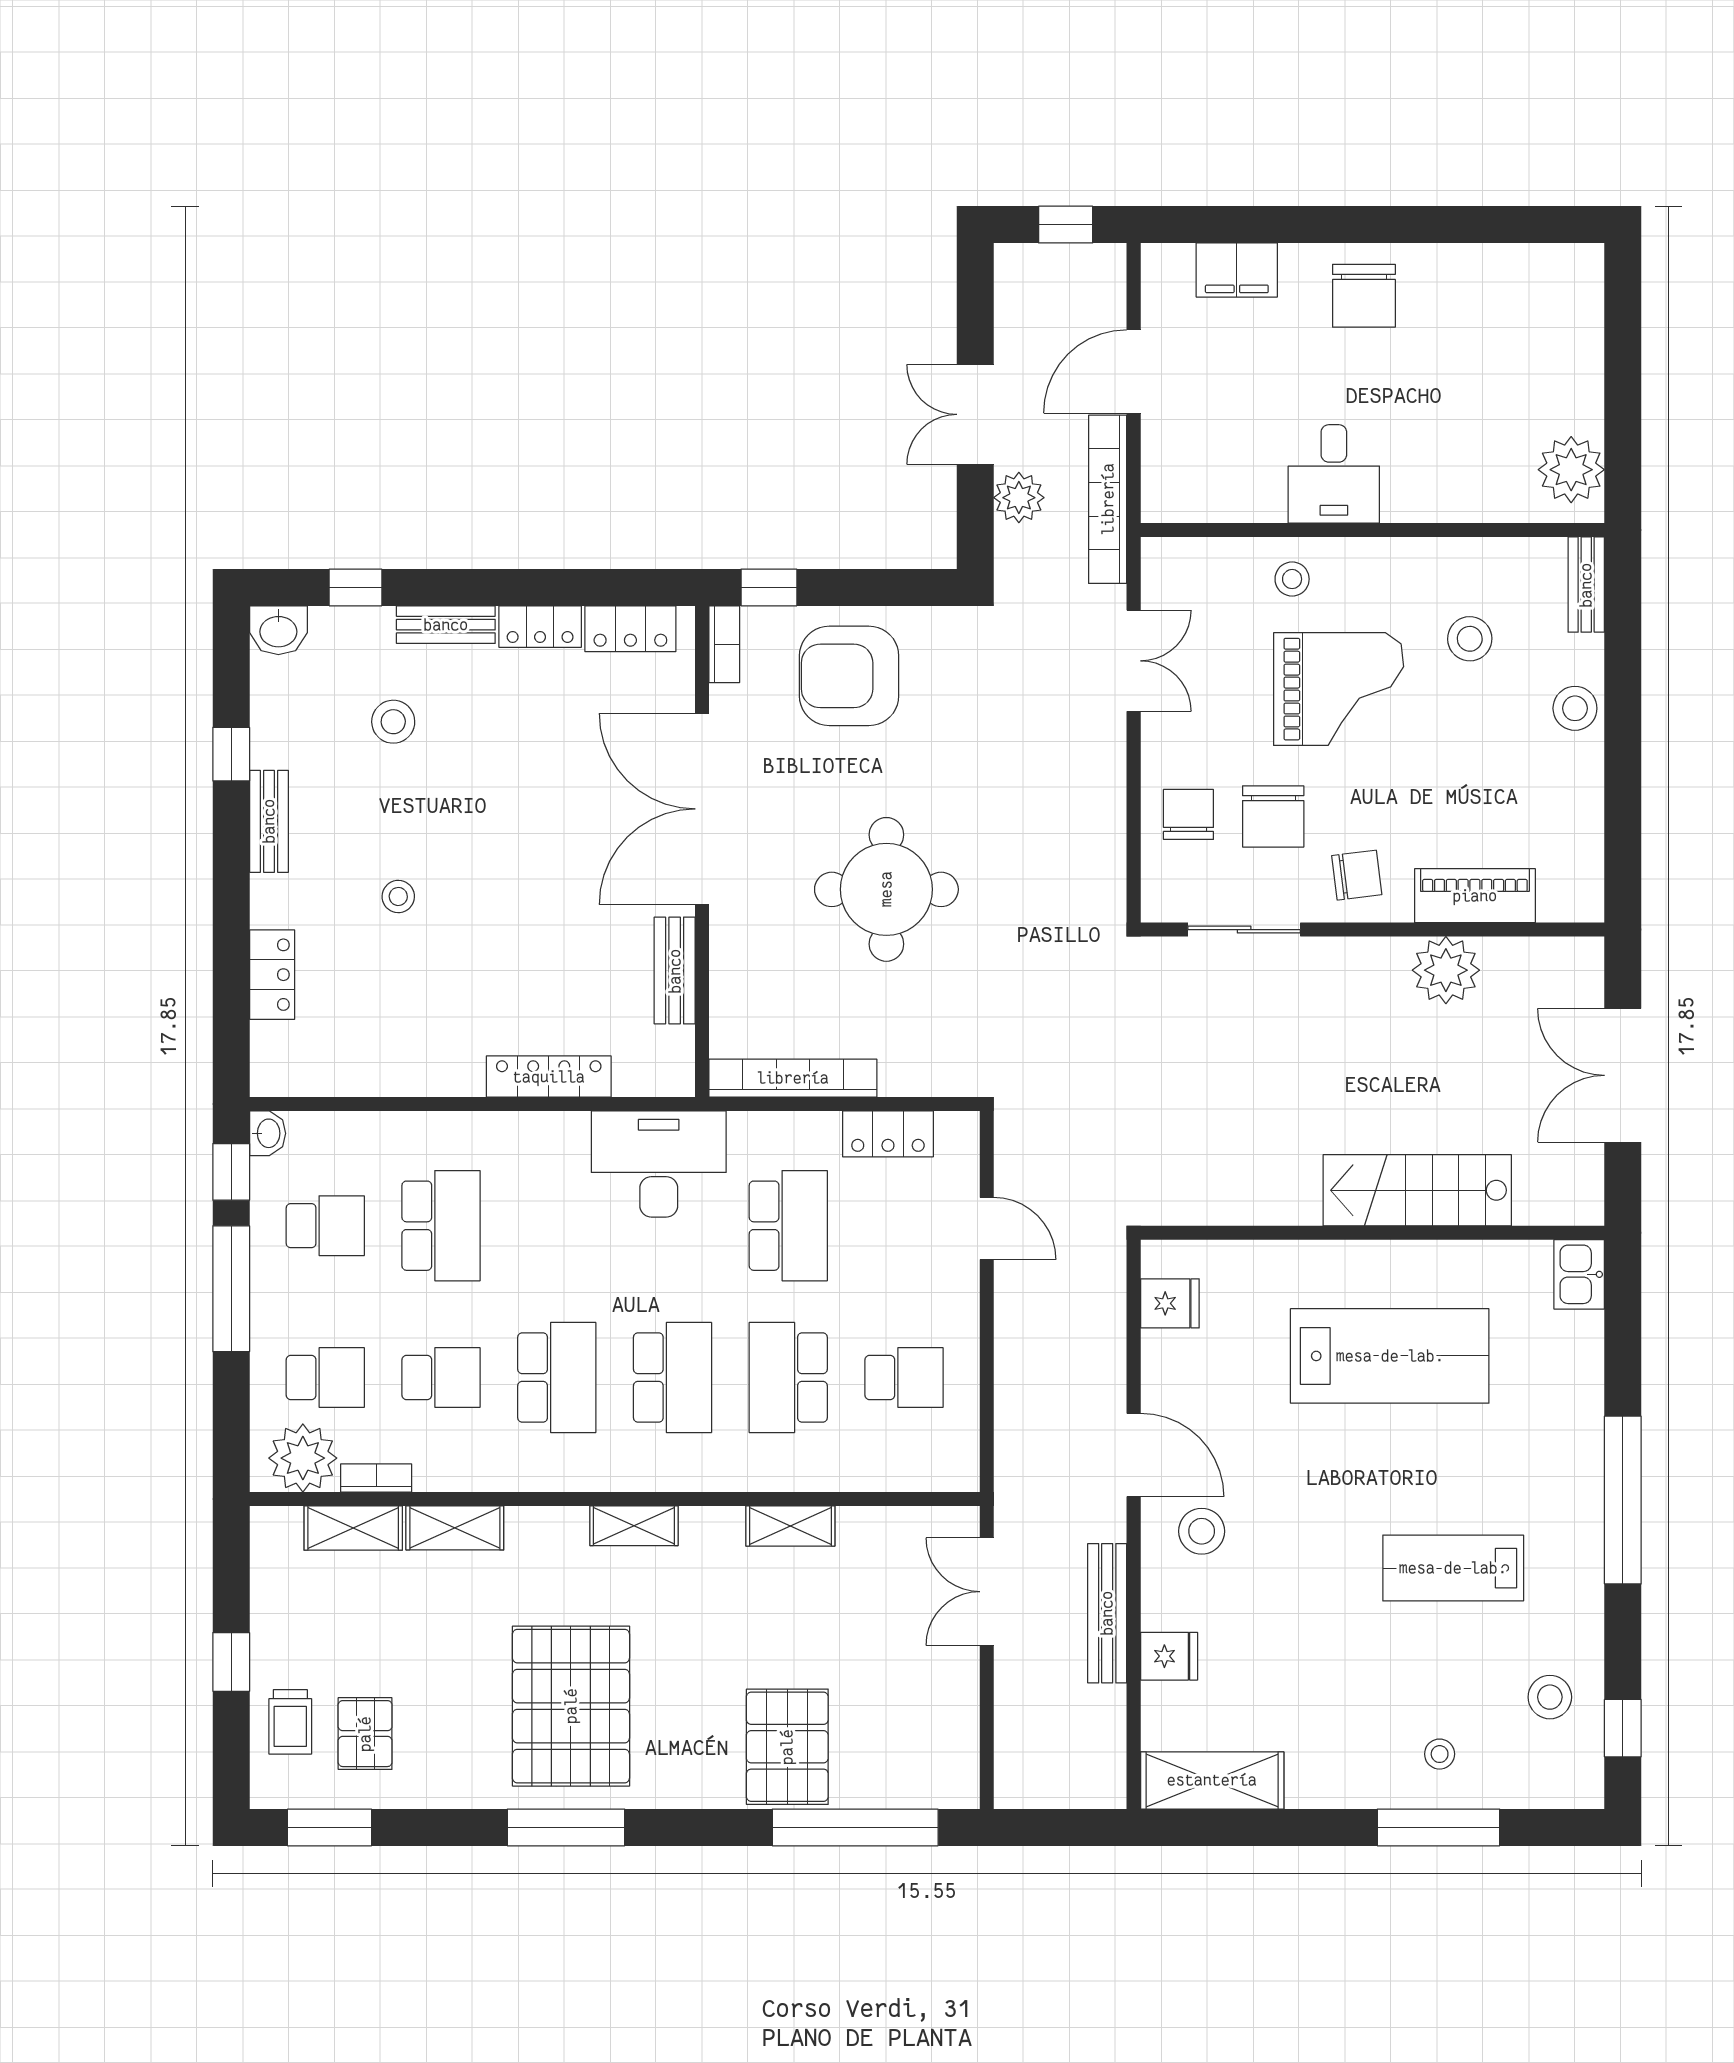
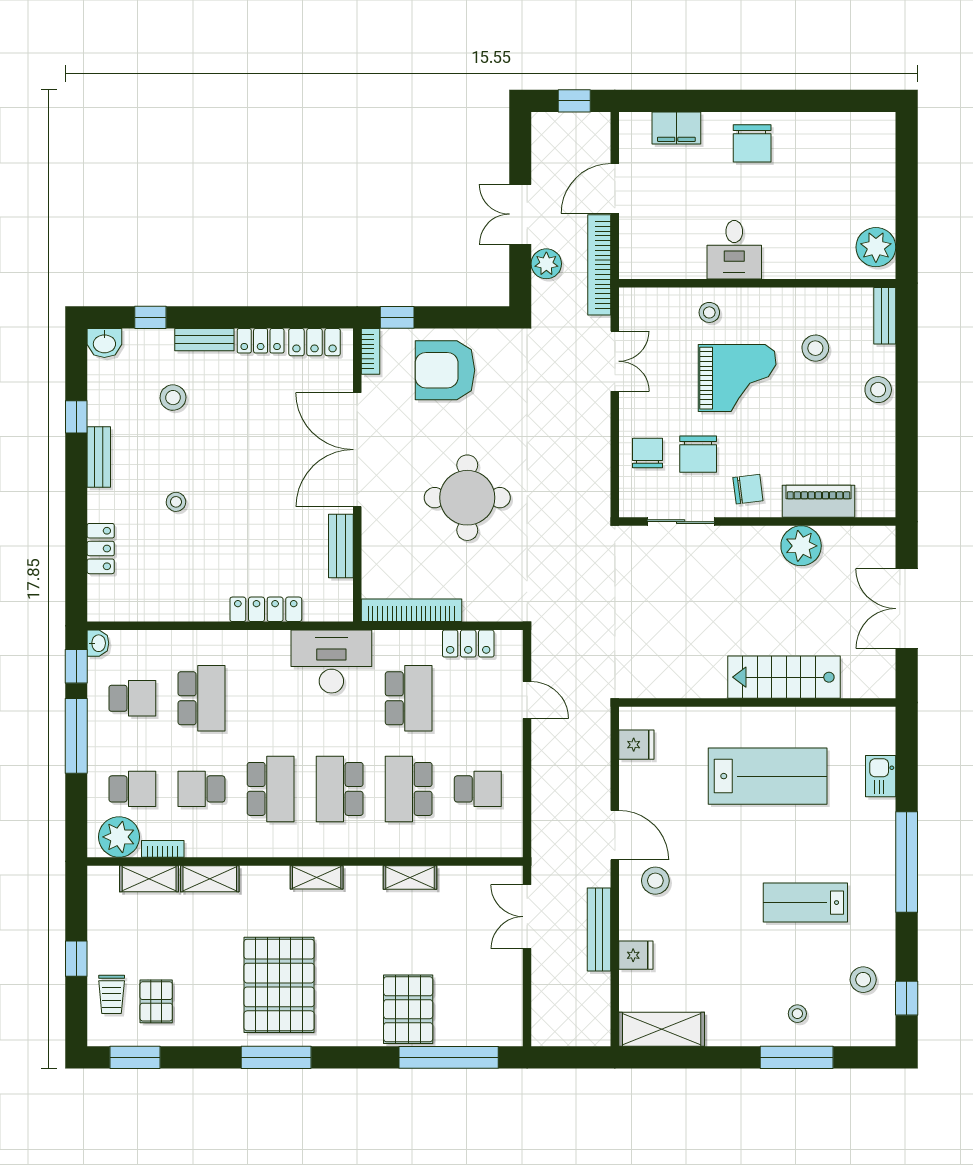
kitchen sink: (1579, 1274) -> (881, 776), moved
school desk: (441, 1377) -> (201, 789), turned 180
school desk: (673, 1377) -> (340, 789), turned 180

